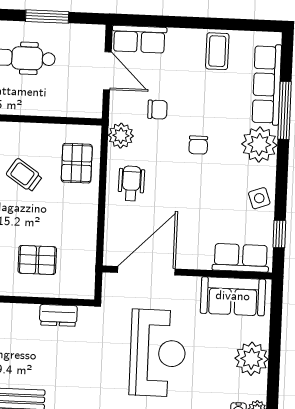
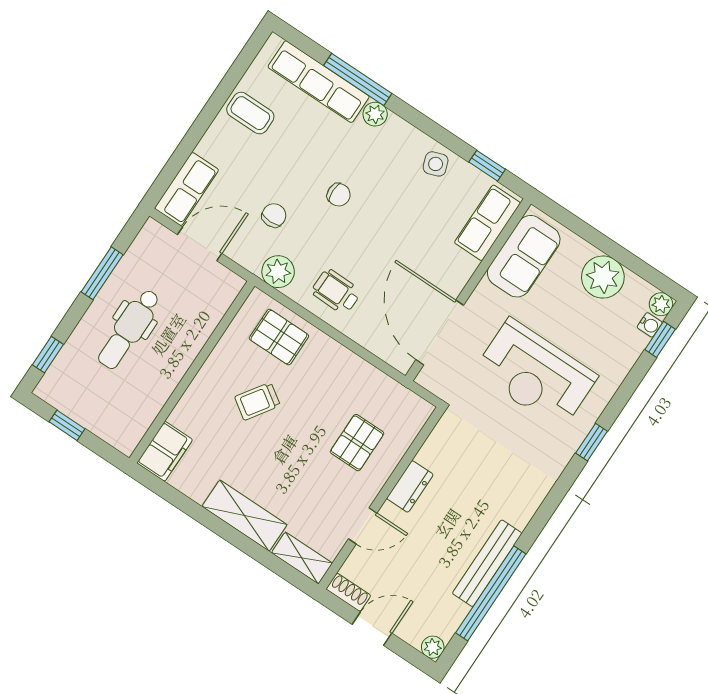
plant: (259, 145) -> (375, 114), width x0.53, depth x0.53
dresser: (58, 315) -> (410, 486), moved
reception desk: (158, 353) -> (535, 374), turned 180

